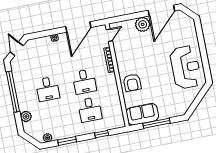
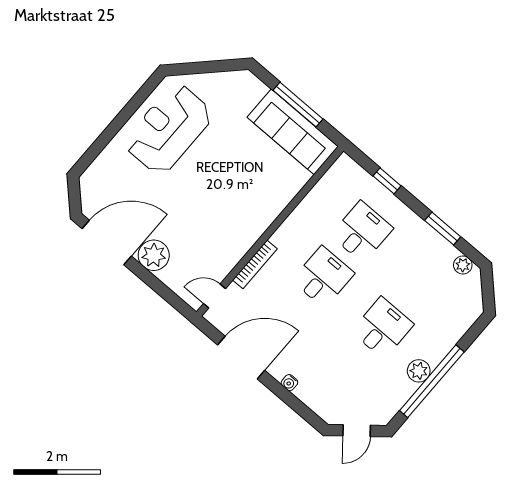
armchair: (132, 83) -> (263, 197), removed
sofa: (142, 114) -> (293, 132), width x1.36
plant: (26, 116) -> (419, 371), moved

